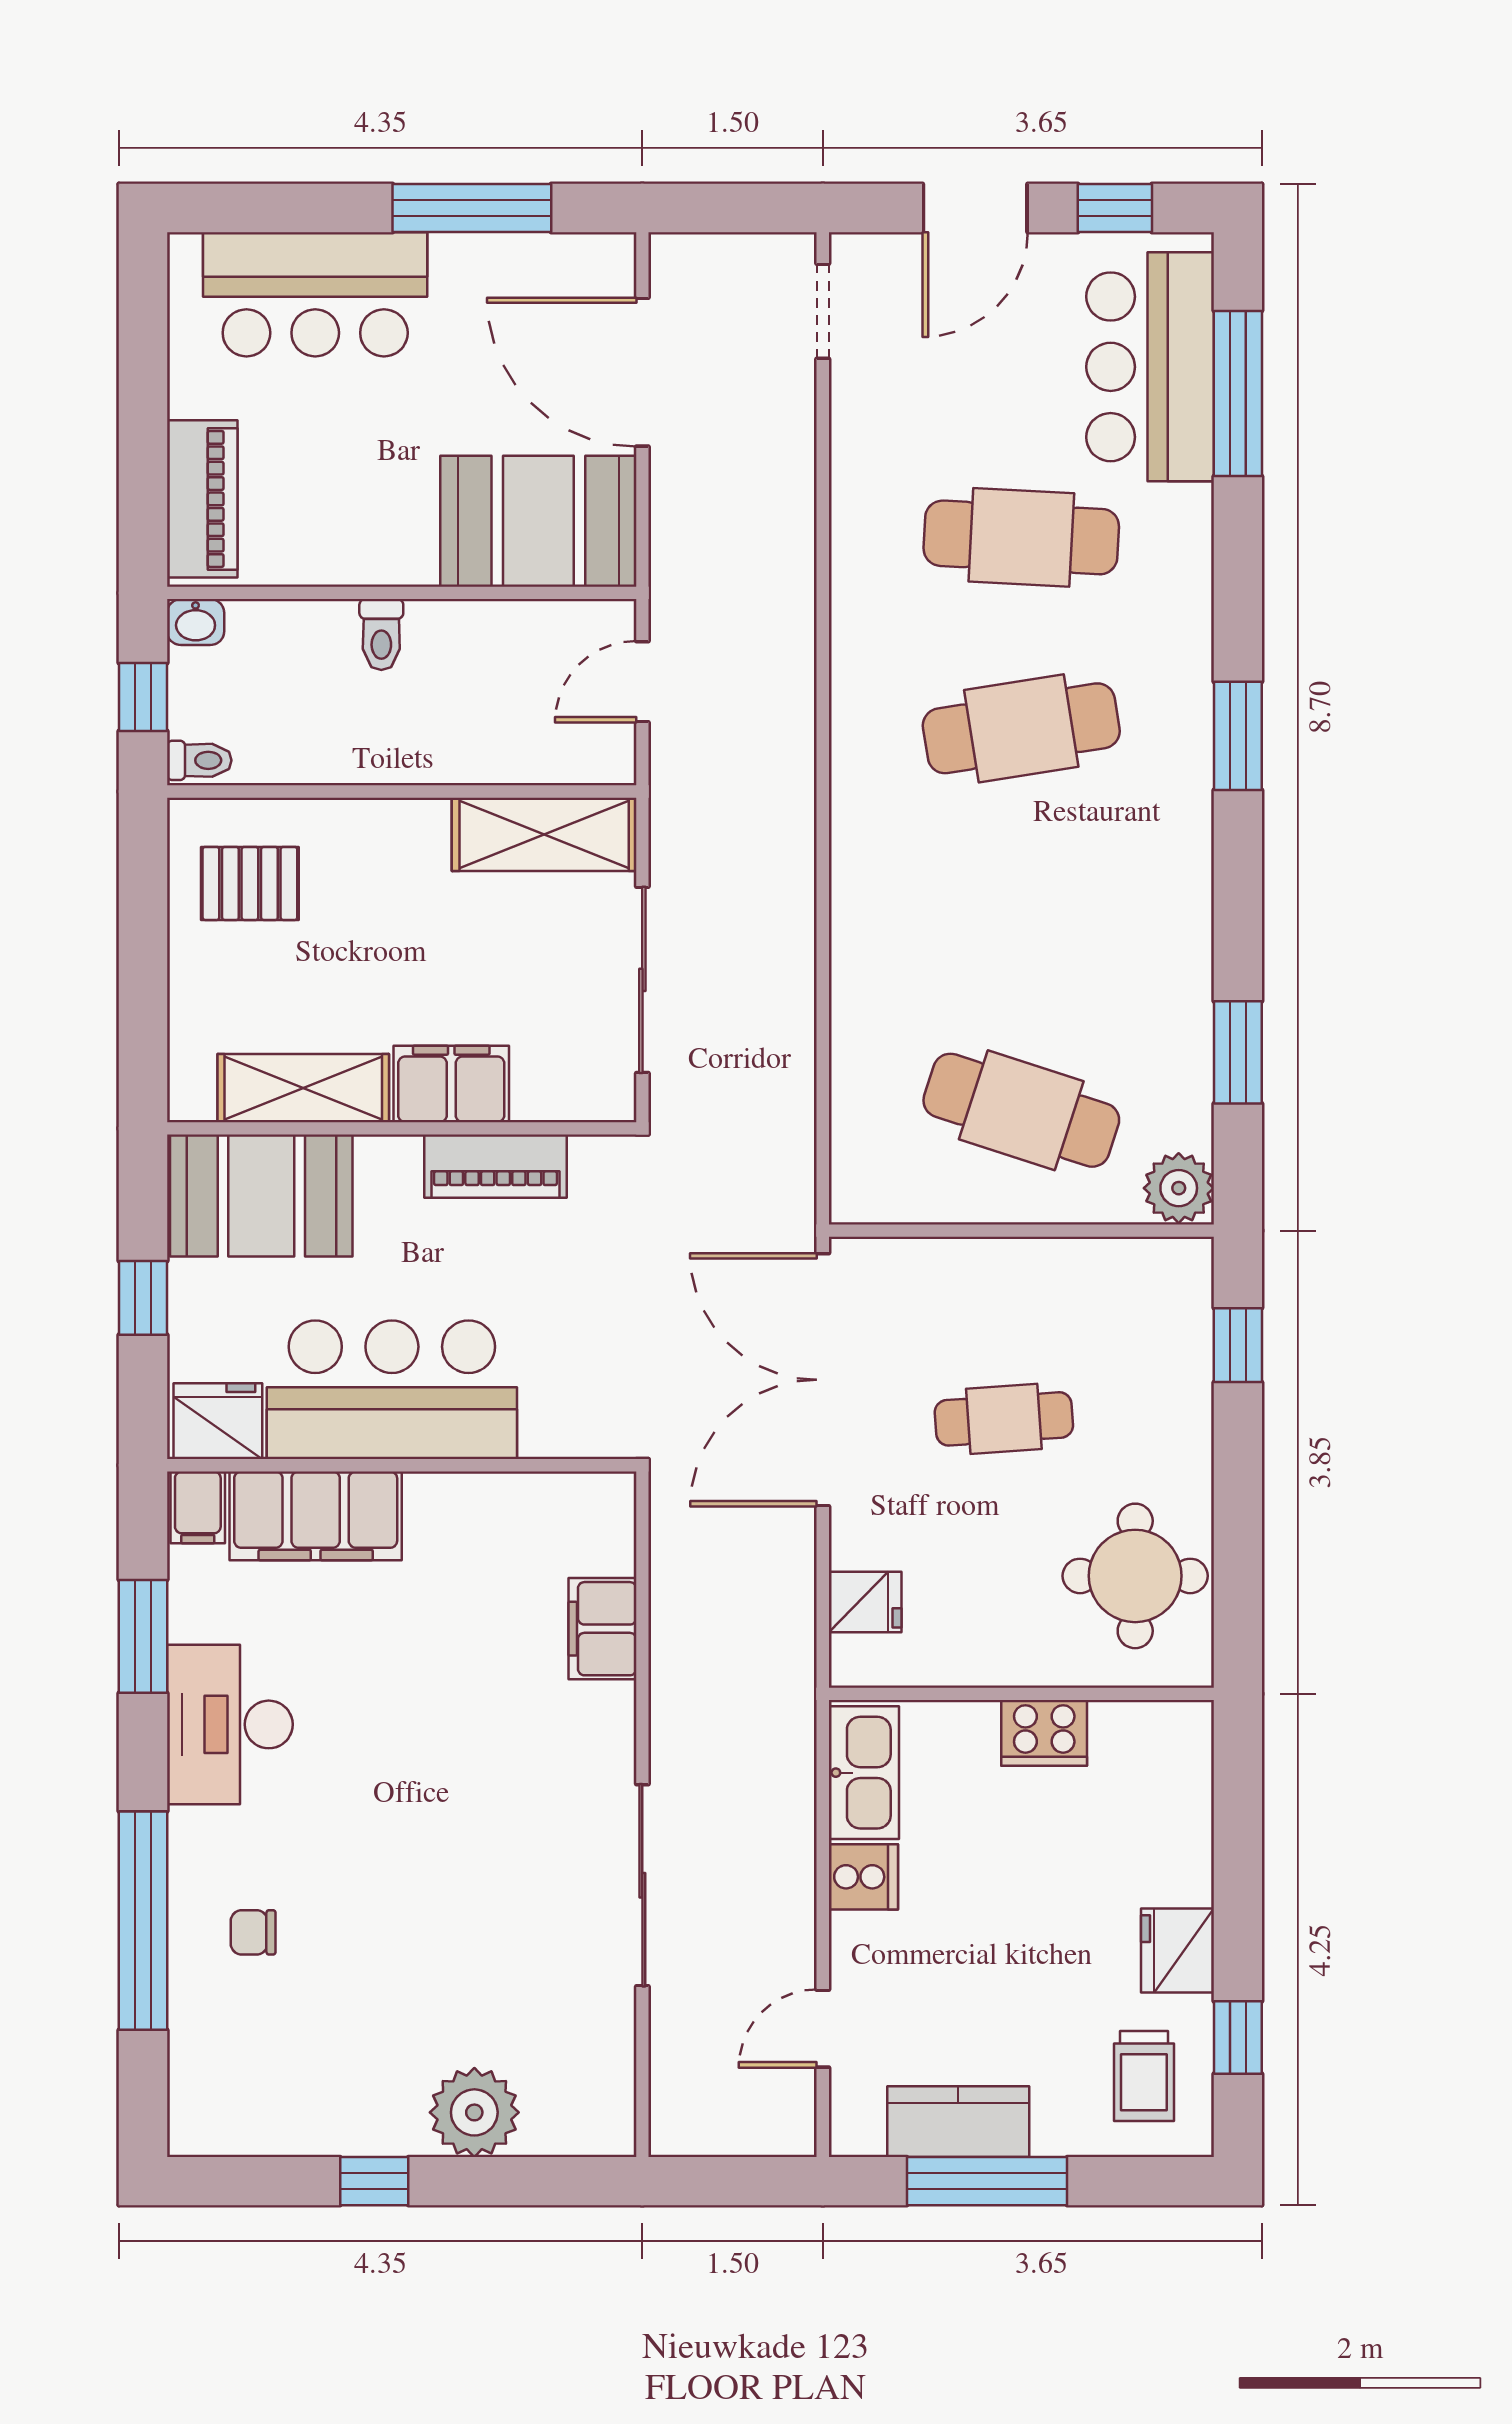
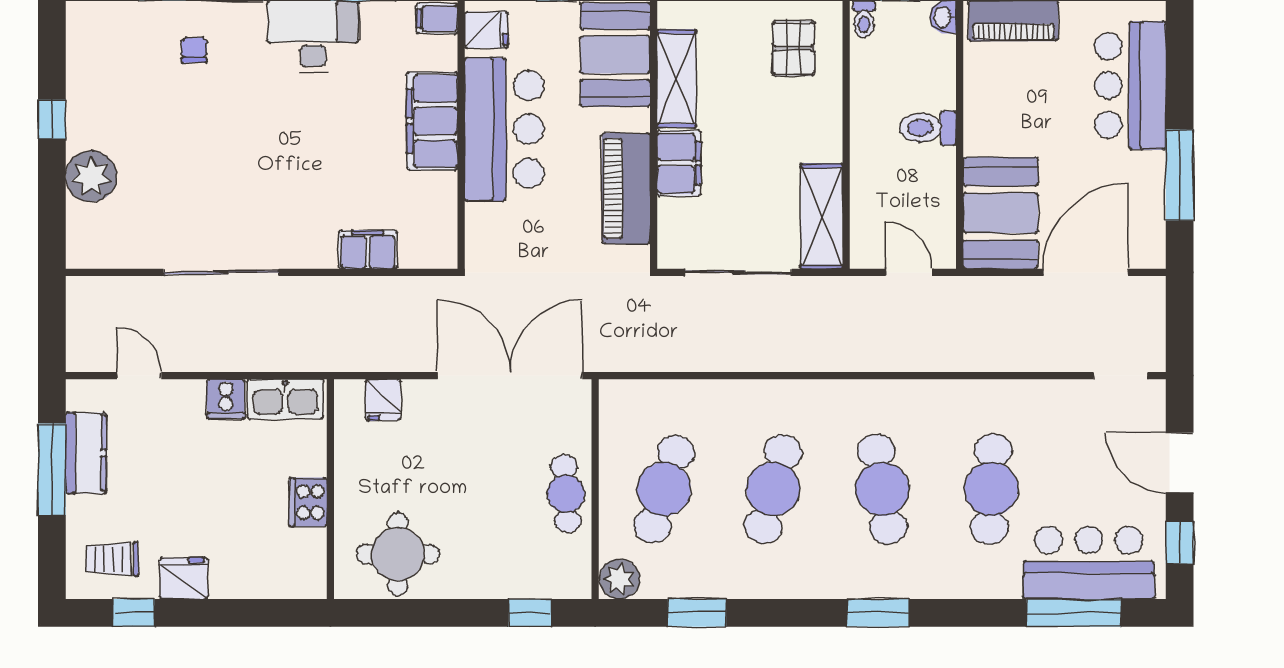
toilet: (381, 635) -> (928, 128), width x1.37, depth x1.39
cafe table: (1021, 919) -> (773, 489), added
piano: (495, 1166) -> (626, 189), width x1.37, depth x1.33
cafe table: (1004, 1419) -> (566, 494), moved
fridge: (218, 1421) -> (486, 30), width x0.72
filing cabinet: (316, 1516) -> (432, 121), moved

